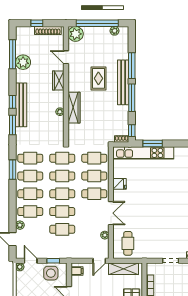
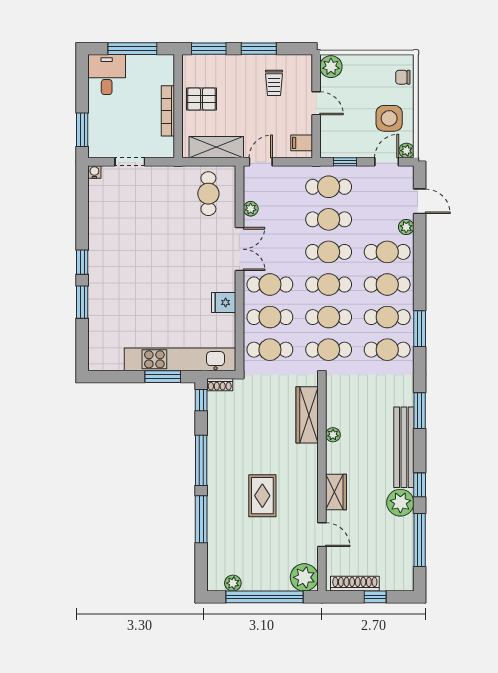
plant: (23, 62) -> (400, 503), moved
bench: (123, 82) -> (217, 488), removed
window: (13, 102) -> (420, 485), moved
wardrobe: (74, 108) -> (307, 415), moved
double door: (111, 213) -> (239, 249), swing flipped
cafe table: (62, 247) -> (329, 187), added
door: (31, 261) -> (387, 162), swing flipped
side table: (51, 273) -> (389, 118), moved

